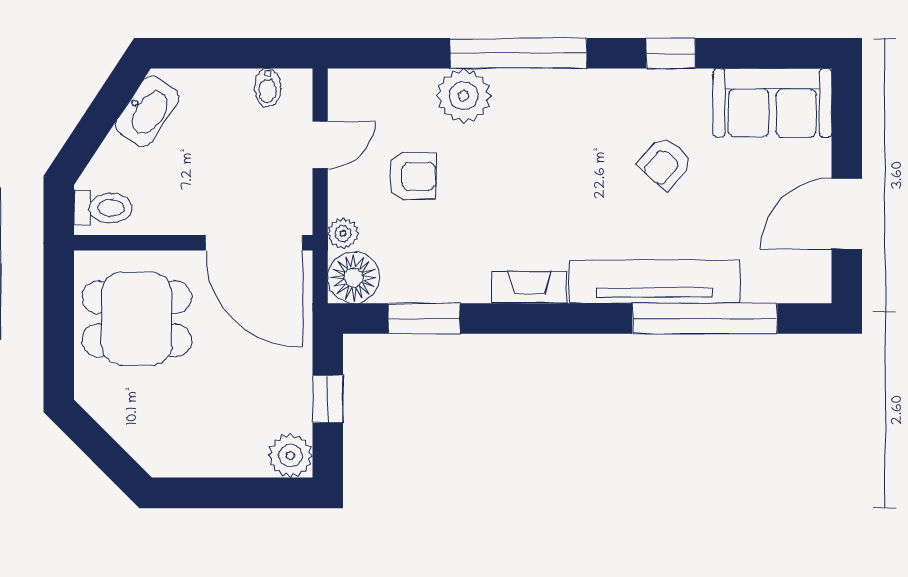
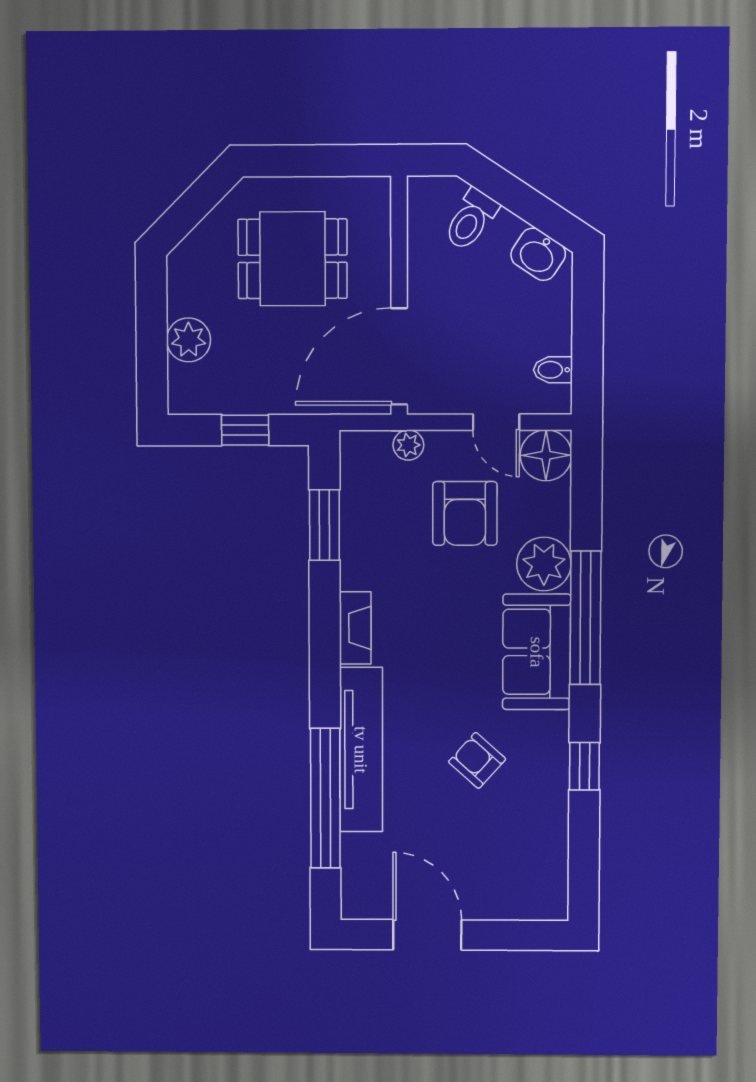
sofa: (772, 103) -> (537, 652), moved
washbasin: (147, 111) -> (538, 254), width x0.72
armchair: (412, 176) -> (465, 513), width x1.38, depth x1.38
toilet: (103, 208) -> (471, 220), moved, turned 33
floor lamp: (354, 278) -> (546, 455), moved
dining table: (137, 319) -> (293, 259), moved, turned 90
plant: (290, 456) -> (189, 340), moved

